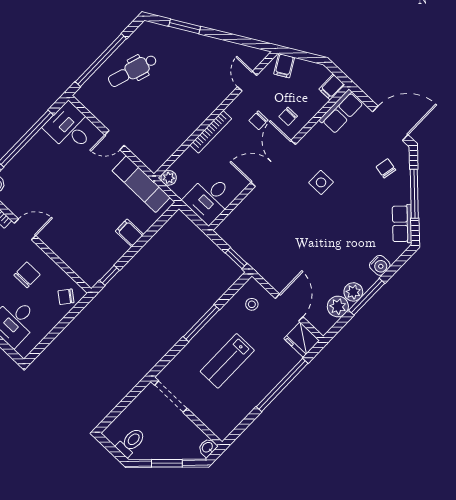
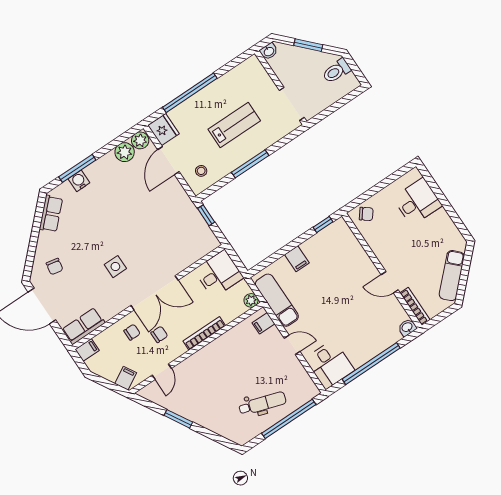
window: (185, 26) -> (178, 419), moved
filing cabinet: (150, 156) -> (263, 323), added
window: (414, 194) -> (34, 238), removed
chair: (27, 275) -> (397, 241), removed
plant: (353, 292) -> (140, 140), moved
window: (367, 297) -> (77, 168), moved

